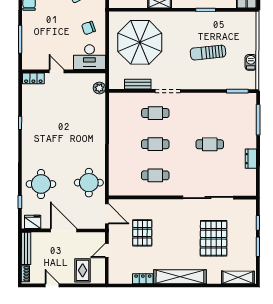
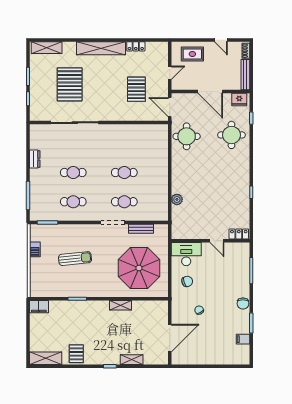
plant: (99, 88) -> (177, 199), moved
cafe table: (155, 175) -> (73, 202), moved
rug: (83, 270) -> (192, 54), turned 90

